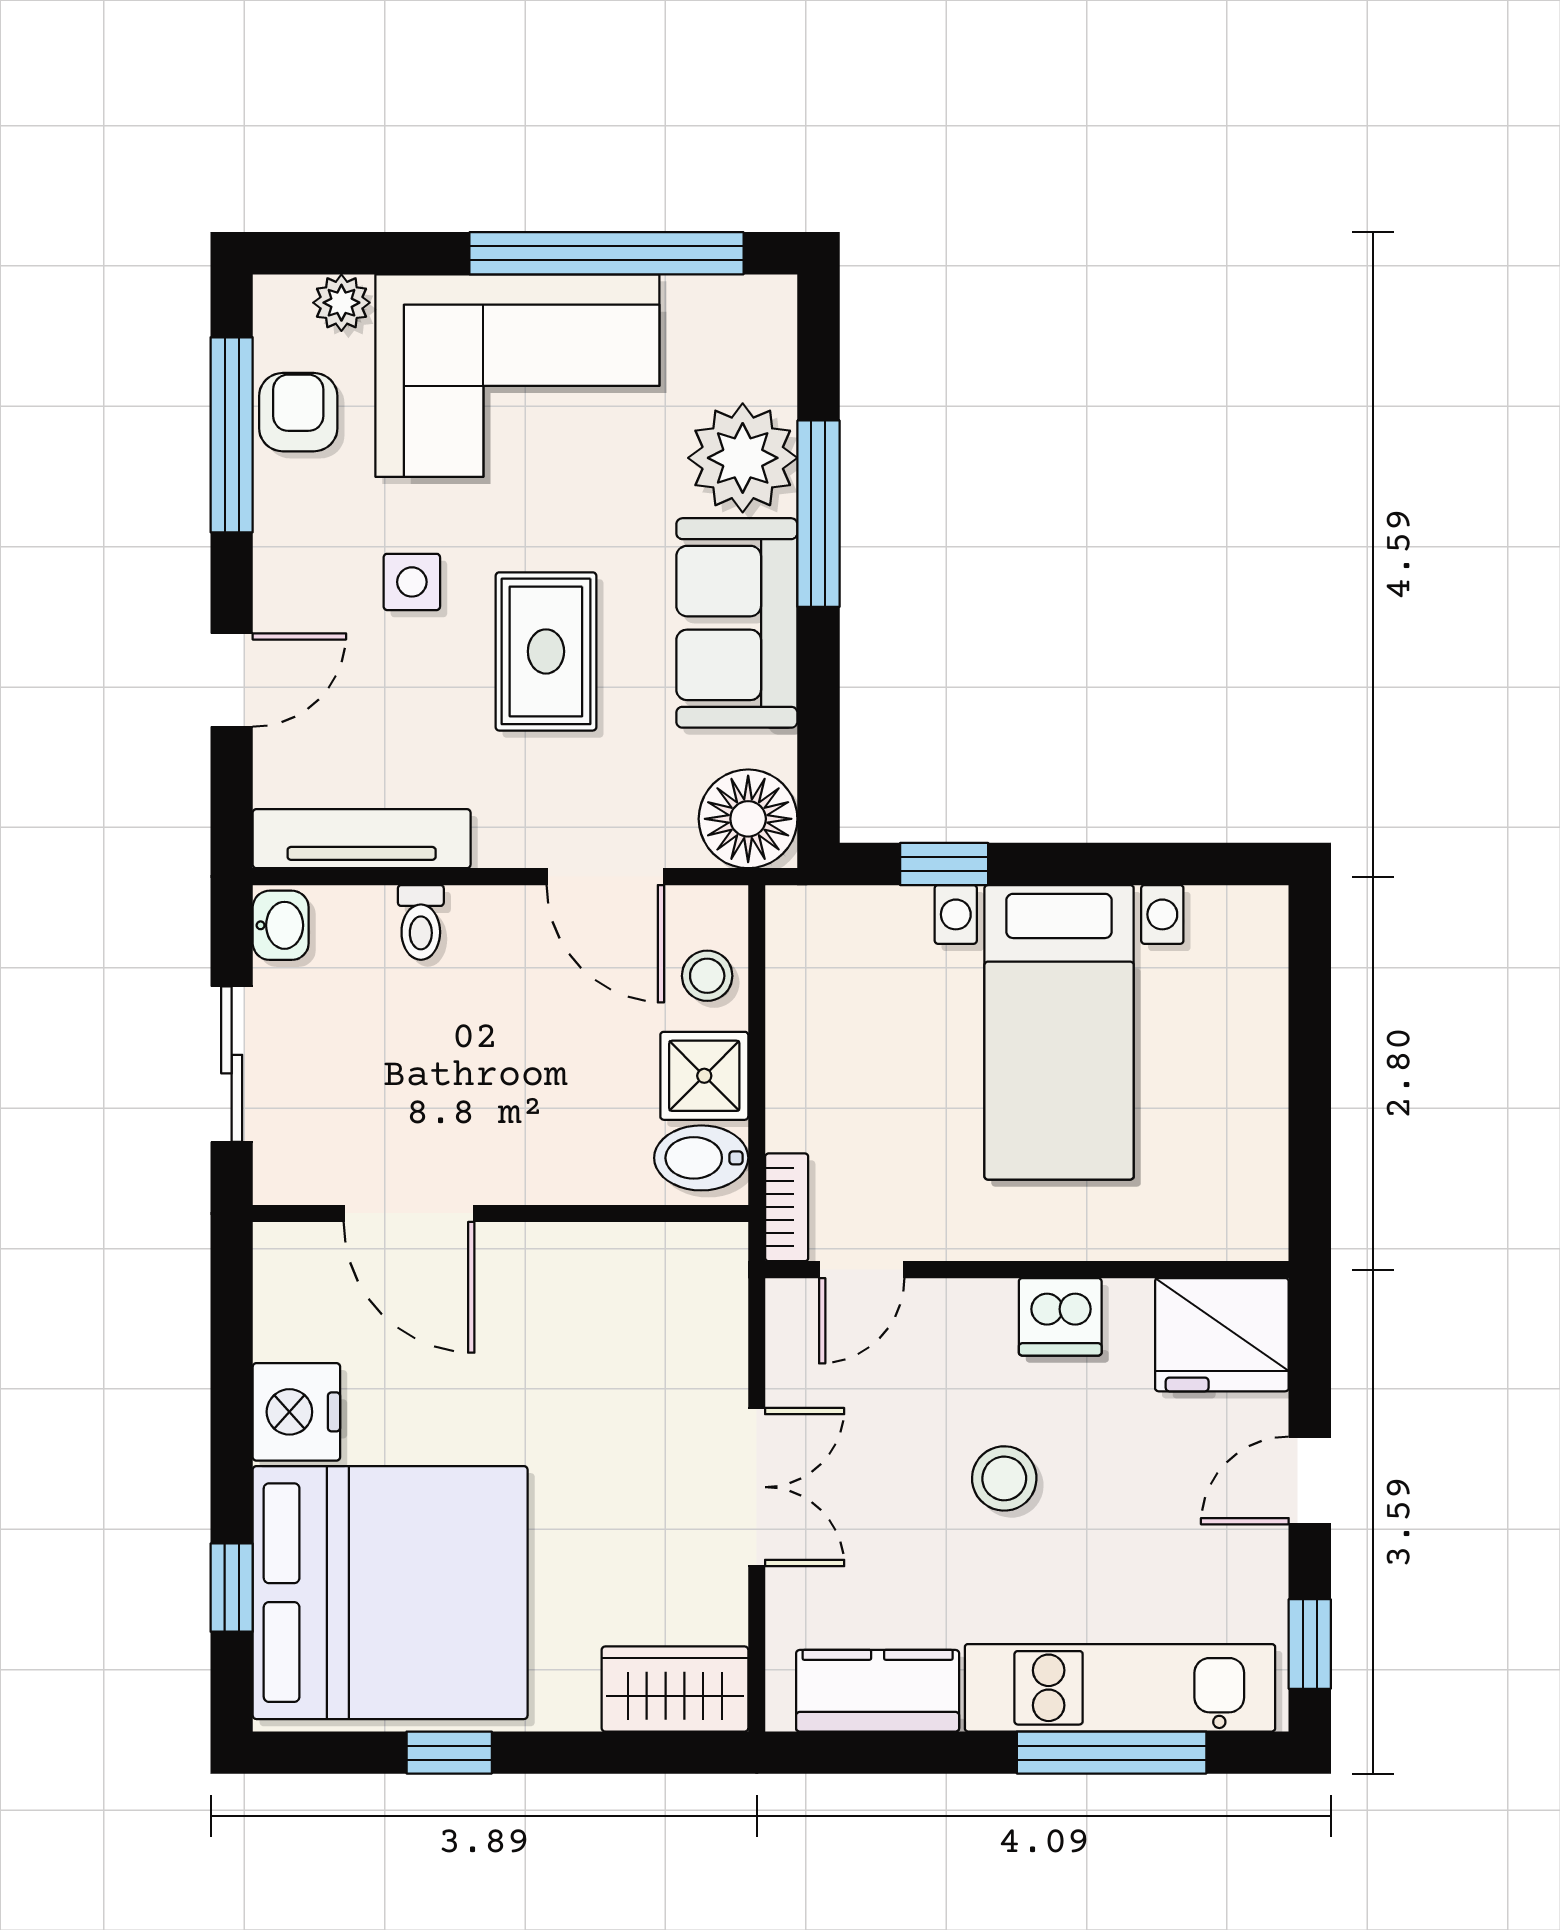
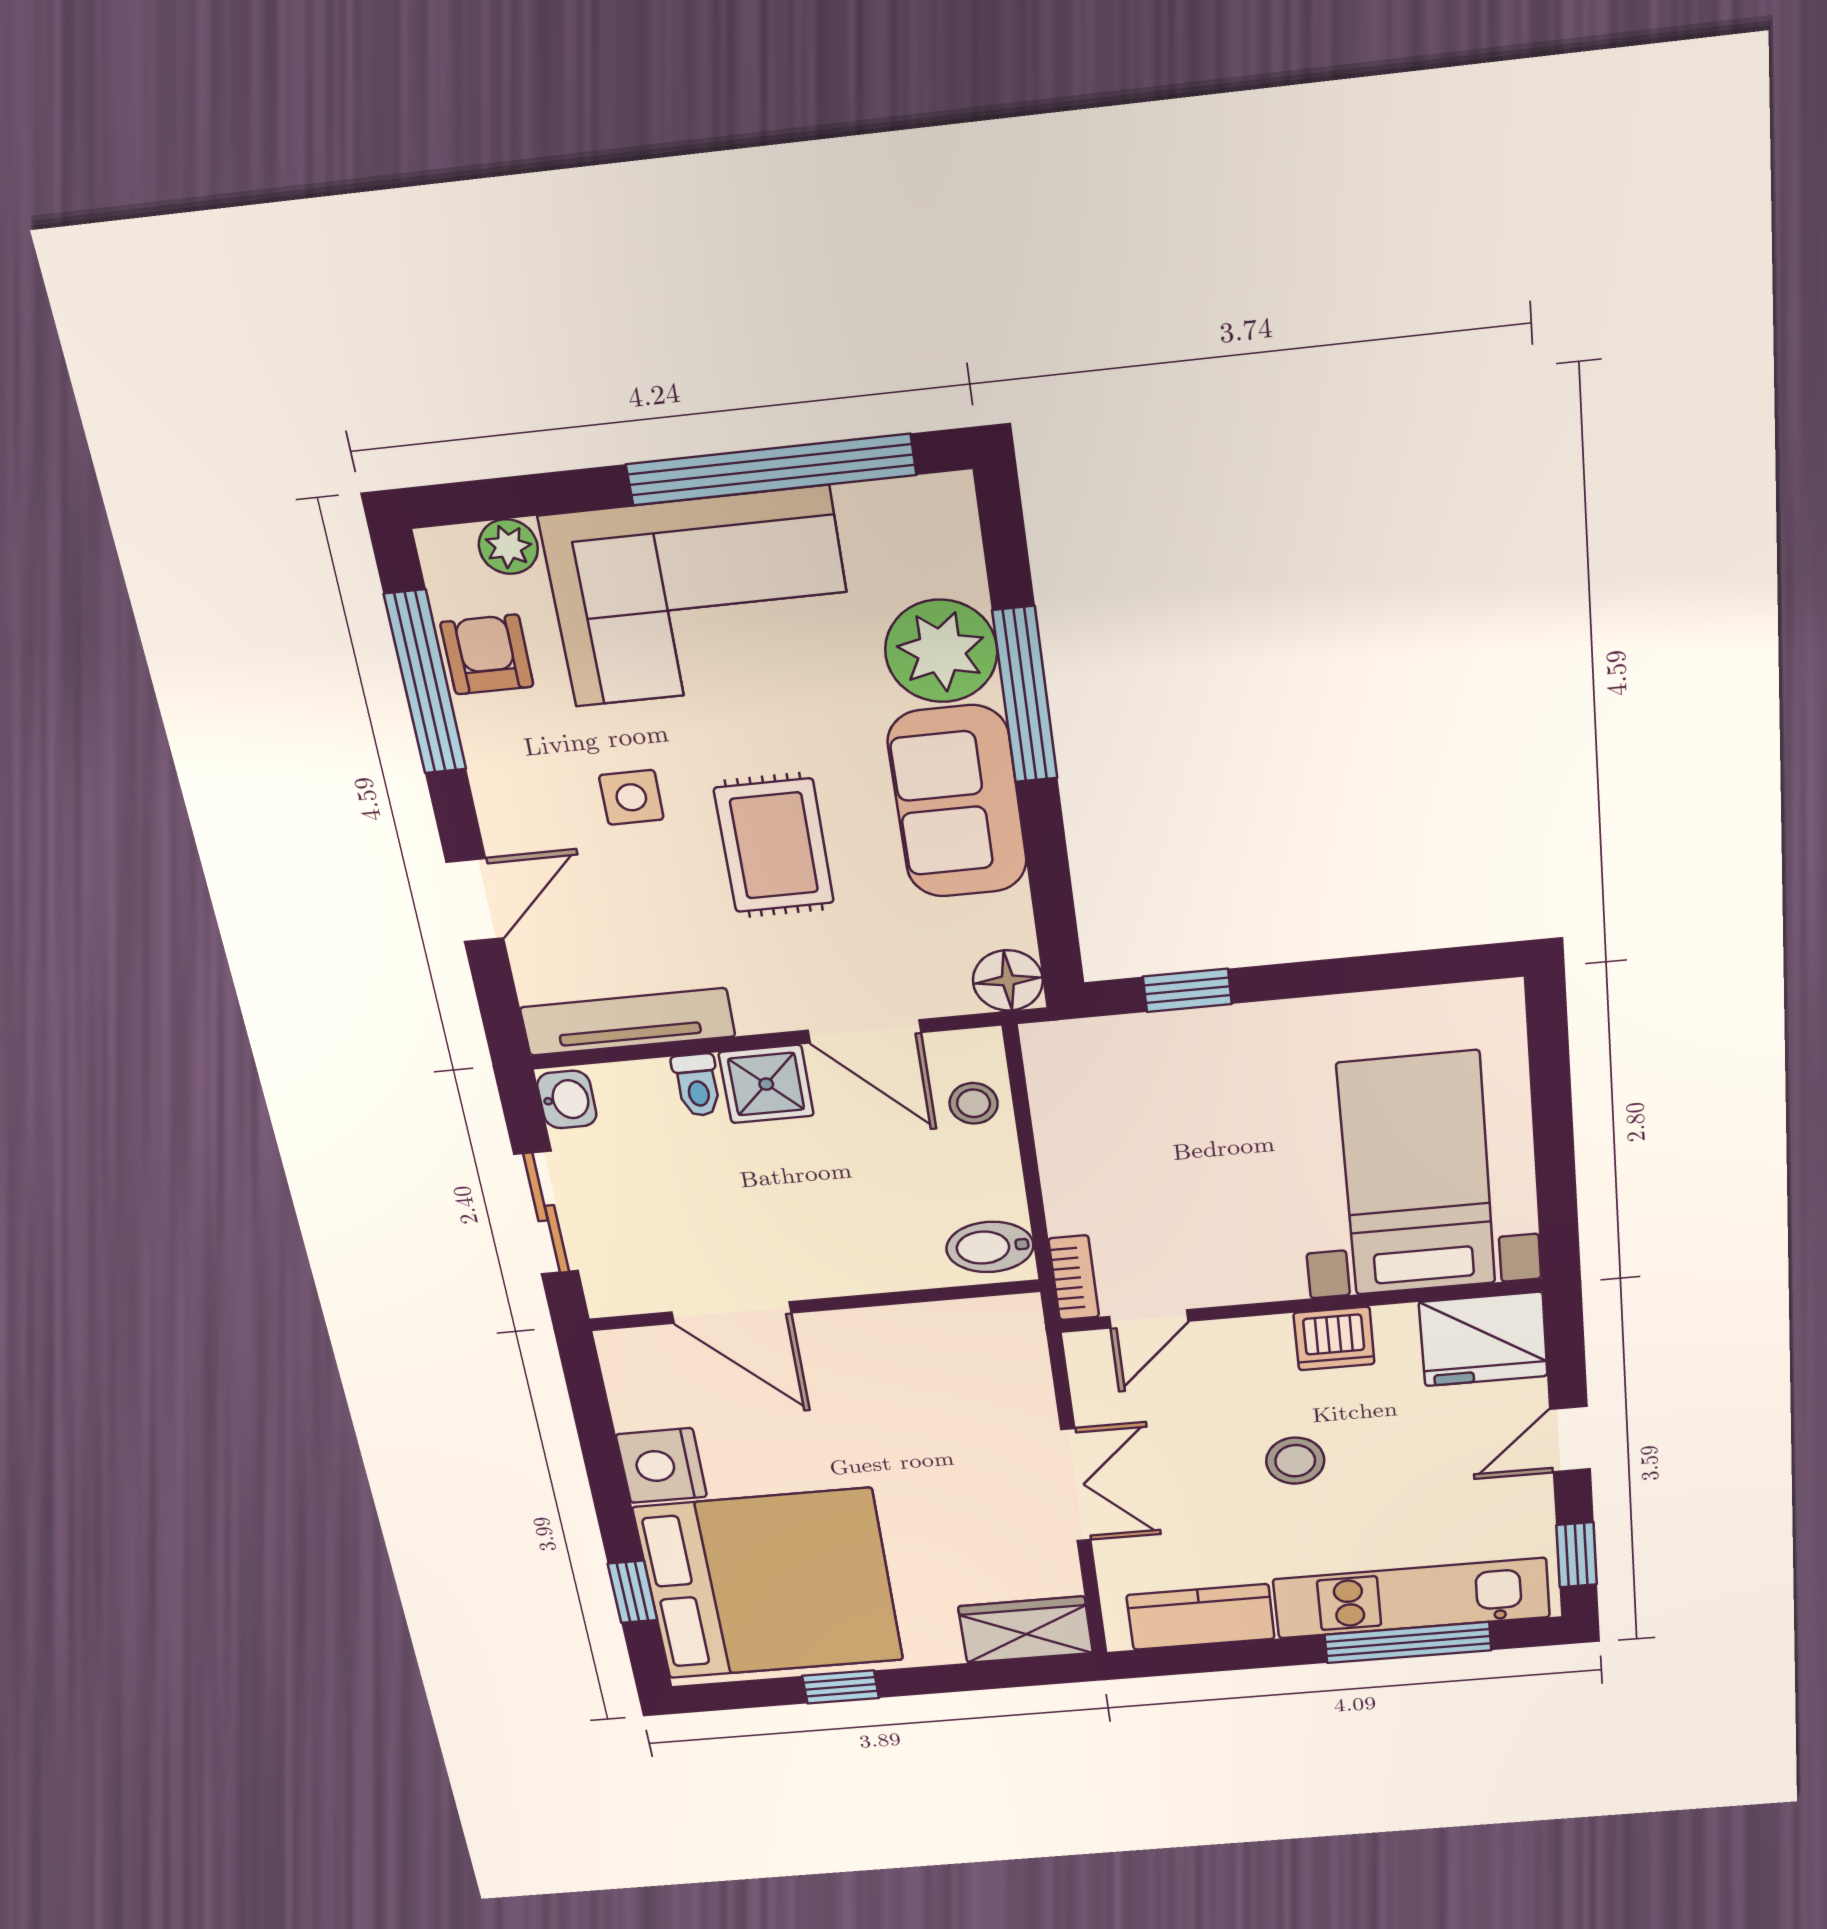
floor lamp: (748, 819) -> (1008, 980), width x0.73, depth x0.73
bed with nightstands: (1059, 1032) -> (1417, 1174), moved, turned 180
shower: (704, 1076) -> (766, 1084), moved

